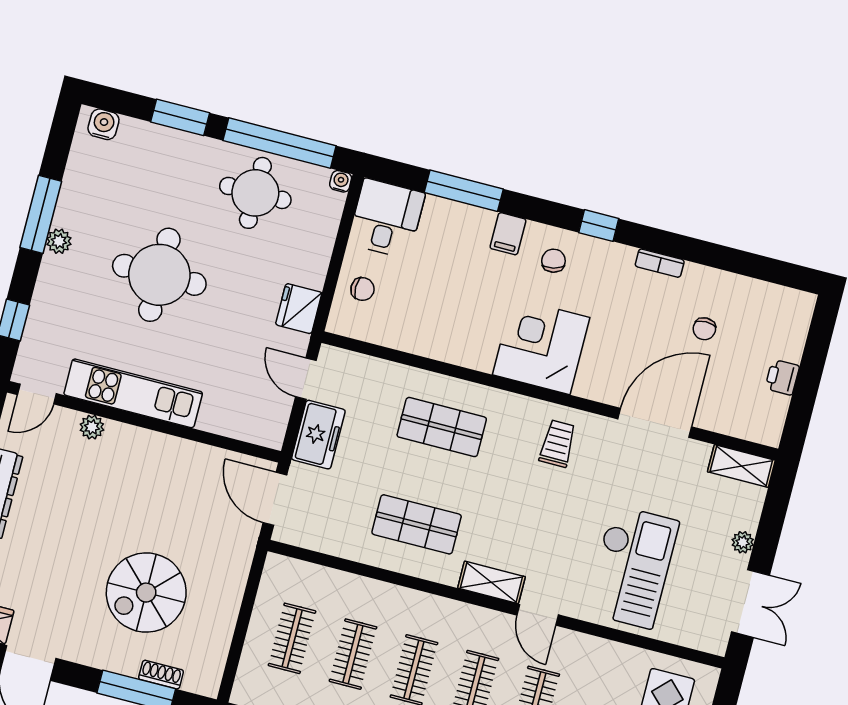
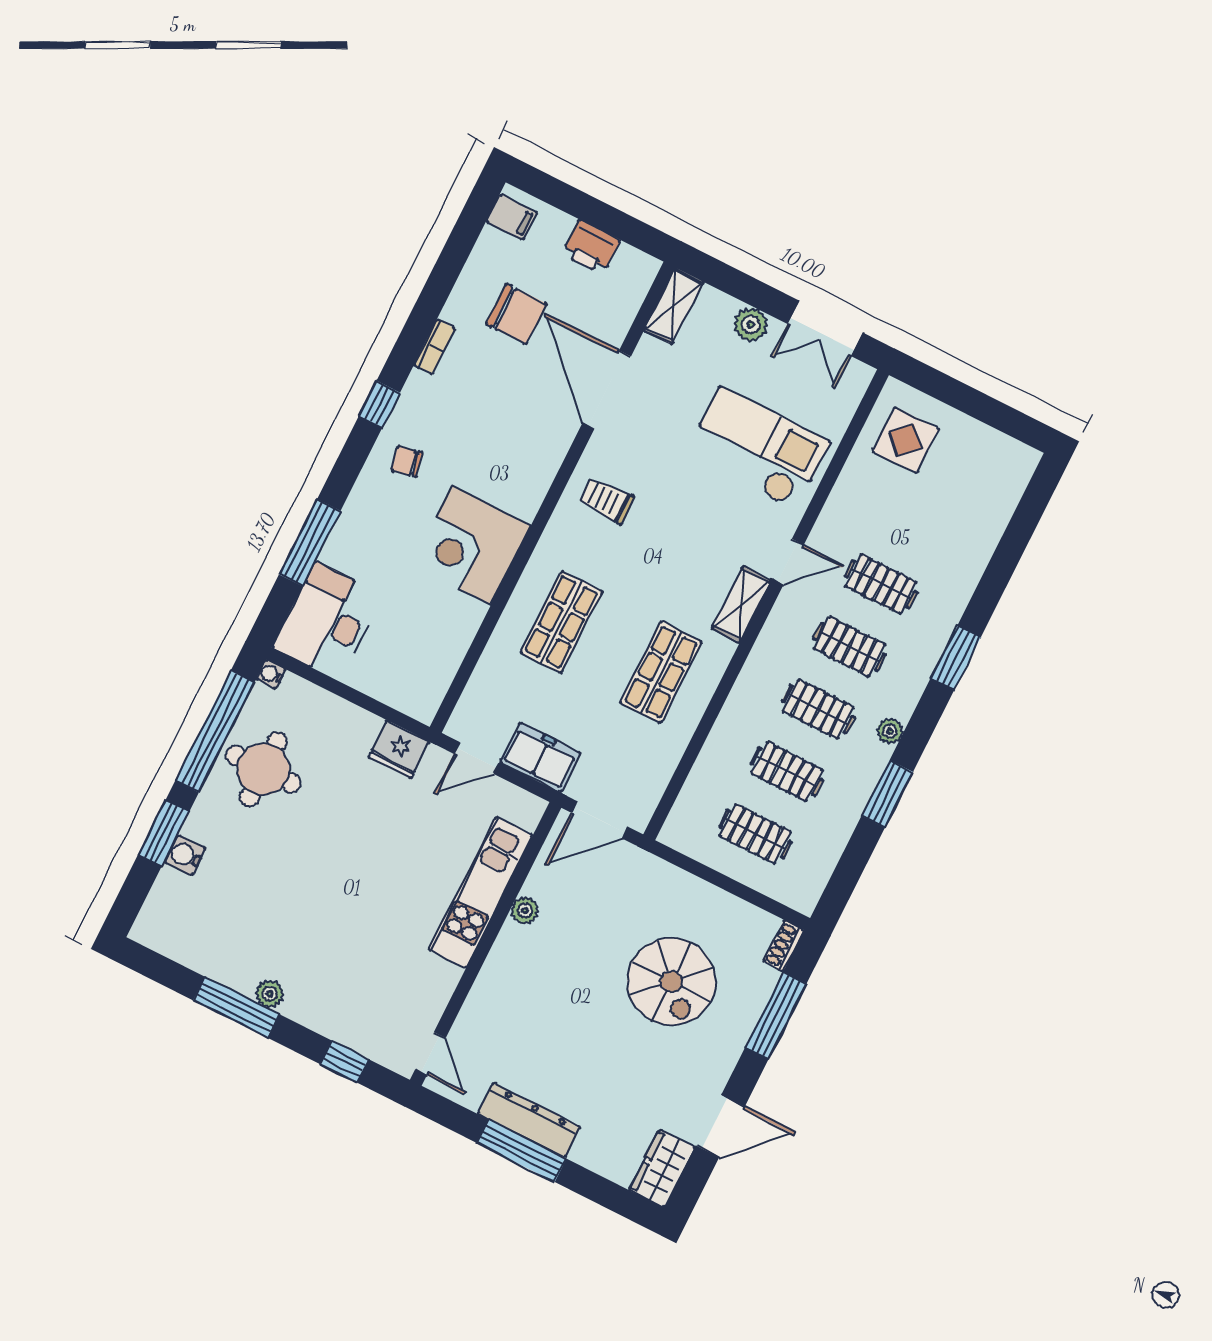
water cooler: (103, 124) -> (185, 855), moved
desk: (386, 218) -> (328, 621), width x1.37
filing cabinet: (508, 234) -> (512, 217), moved
round table: (159, 275) -> (330, 893), removed
chair: (363, 289) -> (393, 675), removed
chair: (704, 329) -> (516, 314), width x1.87, depth x1.87
corner desk: (541, 346) -> (471, 545), moved
printer: (782, 377) -> (591, 247), width x1.36, depth x1.24
kitchen unit: (133, 393) -> (481, 892), moved
plant: (92, 427) -> (525, 910), moved
plant: (743, 542) -> (751, 324), width x1.38, depth x1.38
double door: (750, 603) -> (825, 328), swing flipped
shoe rack: (161, 675) -> (784, 946), moved

